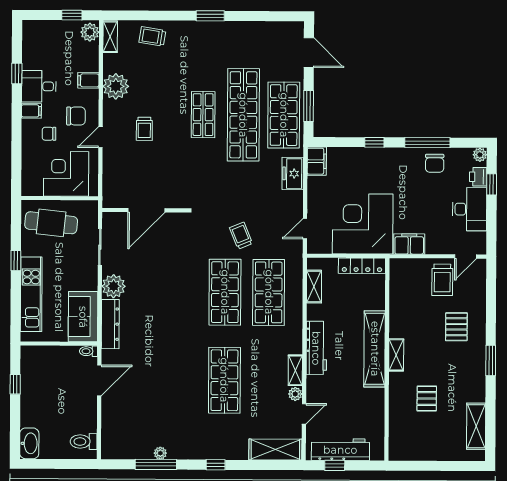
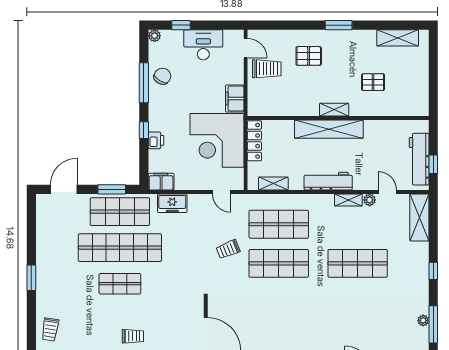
chair: (435, 163) -> (162, 76), turned -59
printer: (478, 177) -> (156, 140), moved, turned -90

